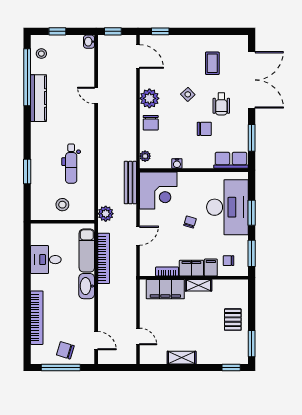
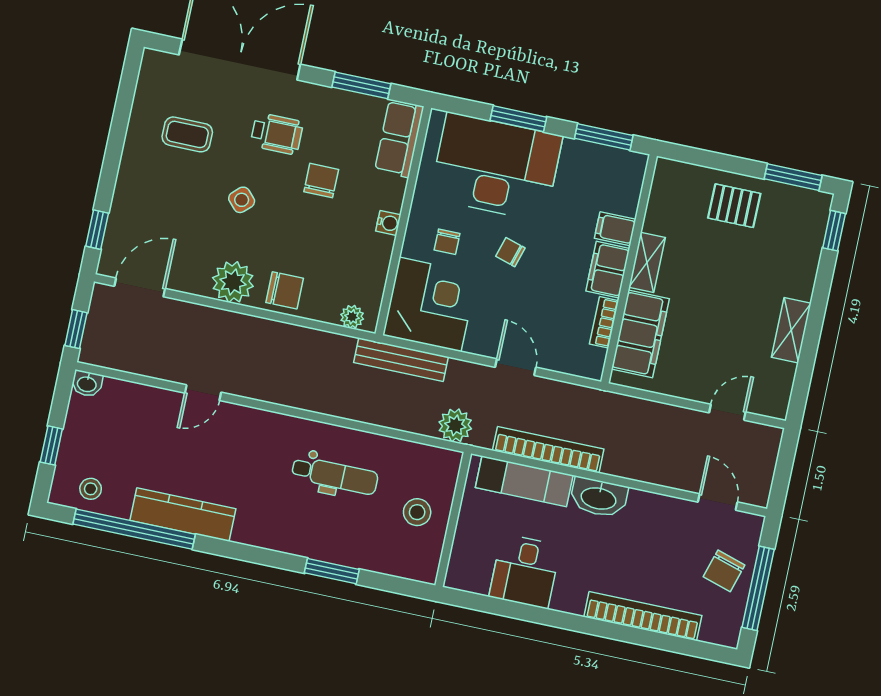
water cooler: (177, 163) -> (388, 223), moved
chair: (229, 261) -> (447, 242), moved
door: (96, 341) -> (718, 502), hinge flipped

